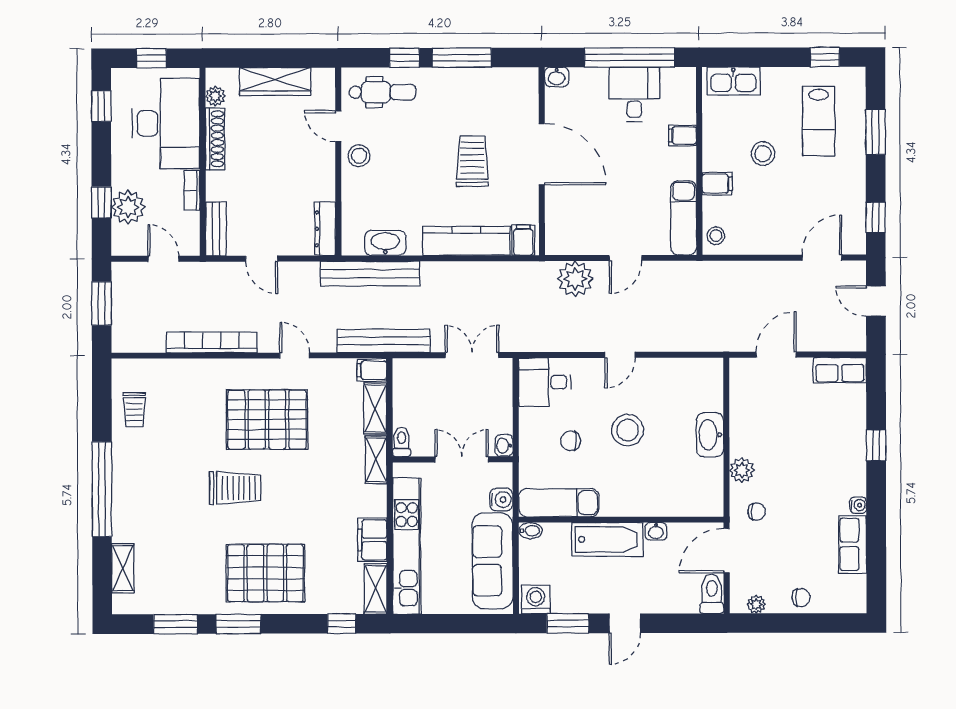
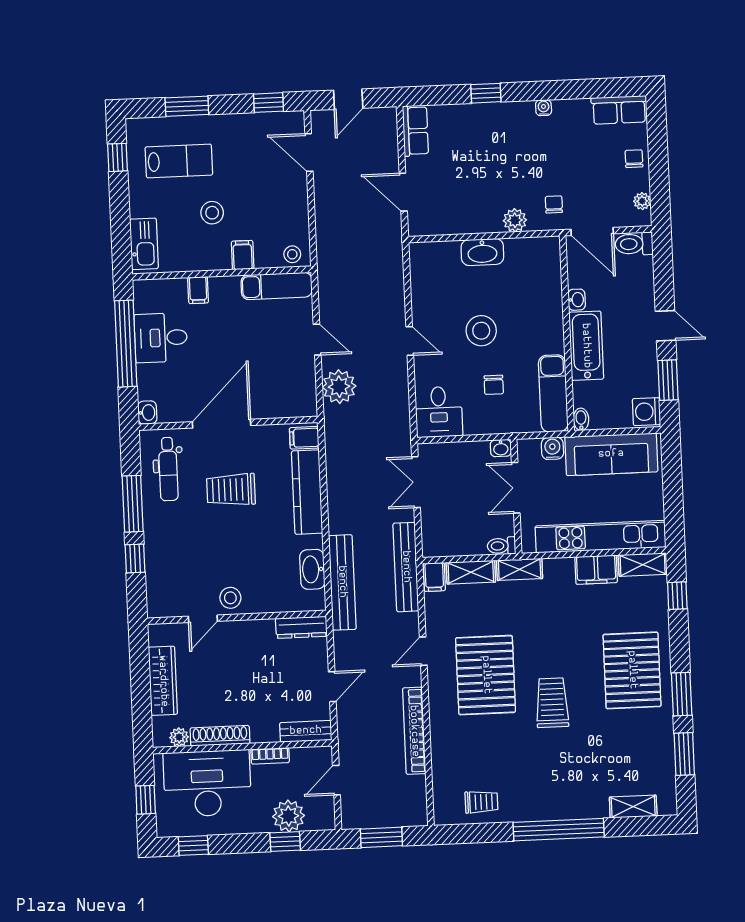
dental chair: (382, 92) -> (168, 469), moved, turned 180
row of seats: (853, 544) -> (619, 110), moved

